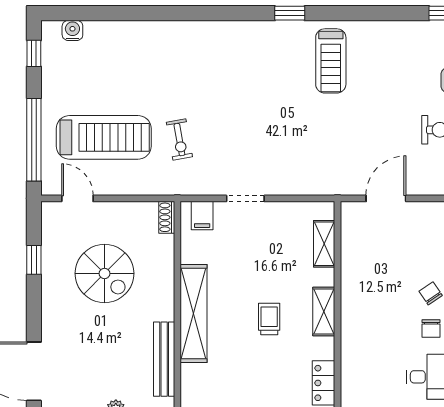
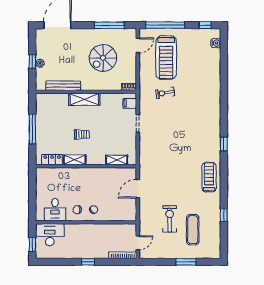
treadmill: (331, 61) -> (209, 177), moved, turned 90
door: (386, 198) -> (138, 189), swing flipped
window: (34, 260) -> (109, 25), width x2.17
shelving: (324, 312) -> (75, 160), moved
shelving: (193, 314) -> (84, 99), width x0.68

